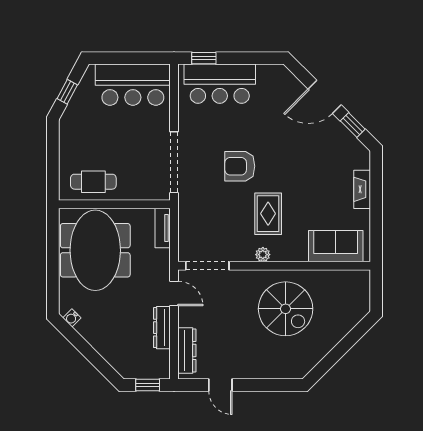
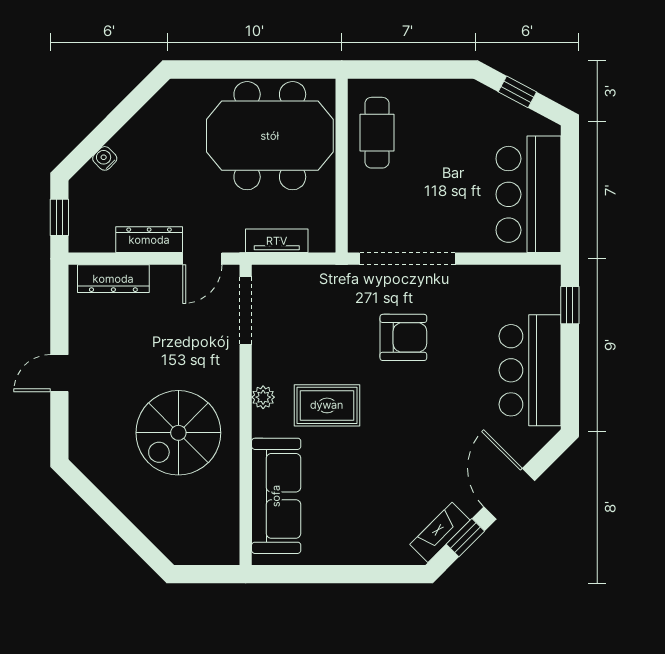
bar counter: (220, 84) -> (530, 370), moved
armchair: (240, 166) -> (403, 337), moved, turned 90
fireplace: (362, 189) -> (440, 532), moved, turned -45
tv unit: (163, 228) -> (277, 241), moved
sofa: (336, 246) -> (276, 496), width x1.36
water cooler: (72, 318) -> (105, 158), moved
door: (220, 385) -> (59, 373), moved

